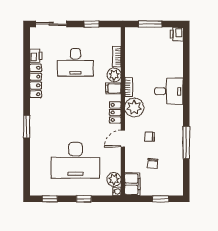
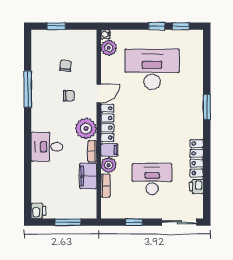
locker: (115, 112) -> (107, 123), width x1.53
filing cabinet: (132, 184) -> (88, 176), moved
window: (84, 199) -> (157, 26), moved

